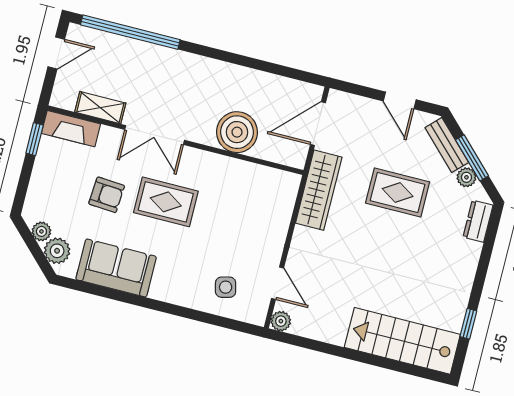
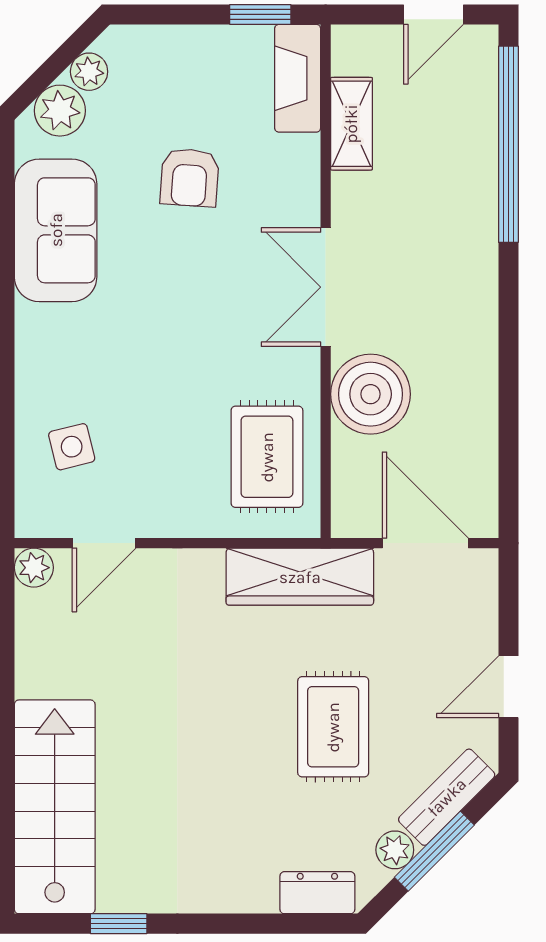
door: (56, 53) -> (434, 14), hinge flipped
double door: (155, 135) -> (326, 287), moved
rug: (166, 202) -> (267, 457), moved

